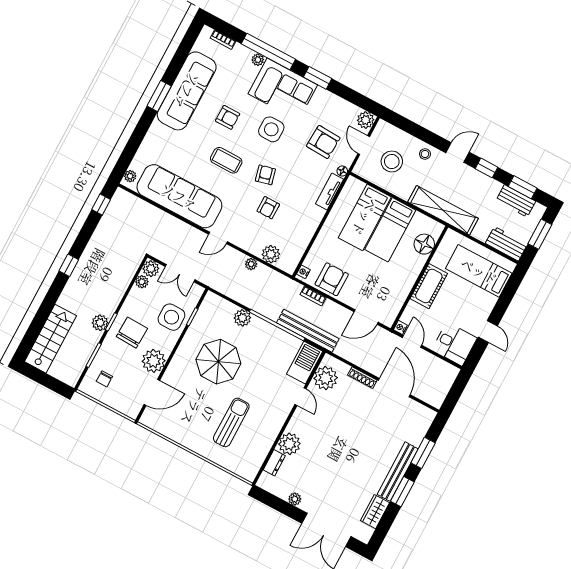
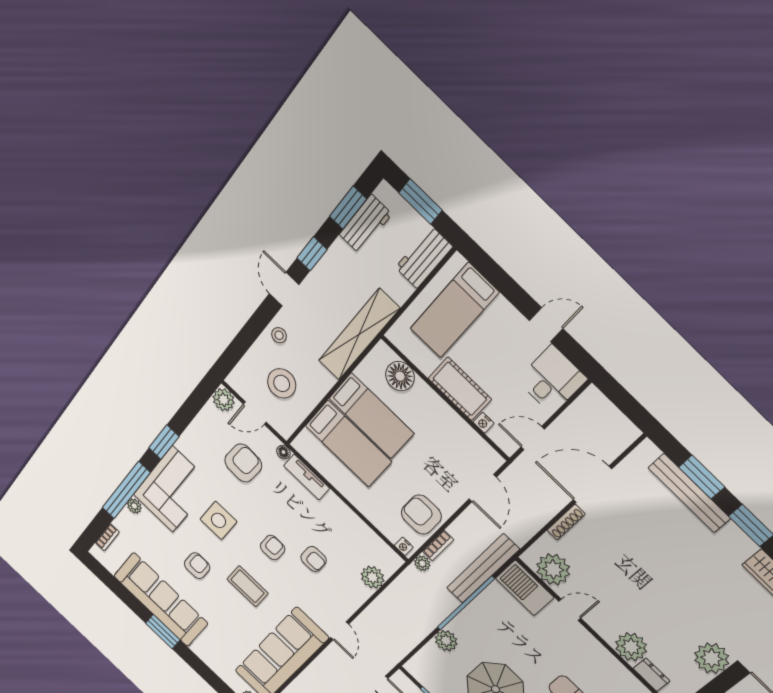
coffee table: (226, 160) -> (248, 586), turned 90
armchair: (265, 175) -> (273, 548), turned 104
plant: (251, 264) -> (422, 563), moved
nightstand: (400, 327) -> (484, 423), moved
bench: (398, 472) -> (689, 493), moved
plant: (295, 499) -> (712, 658), width x1.87, depth x1.87

